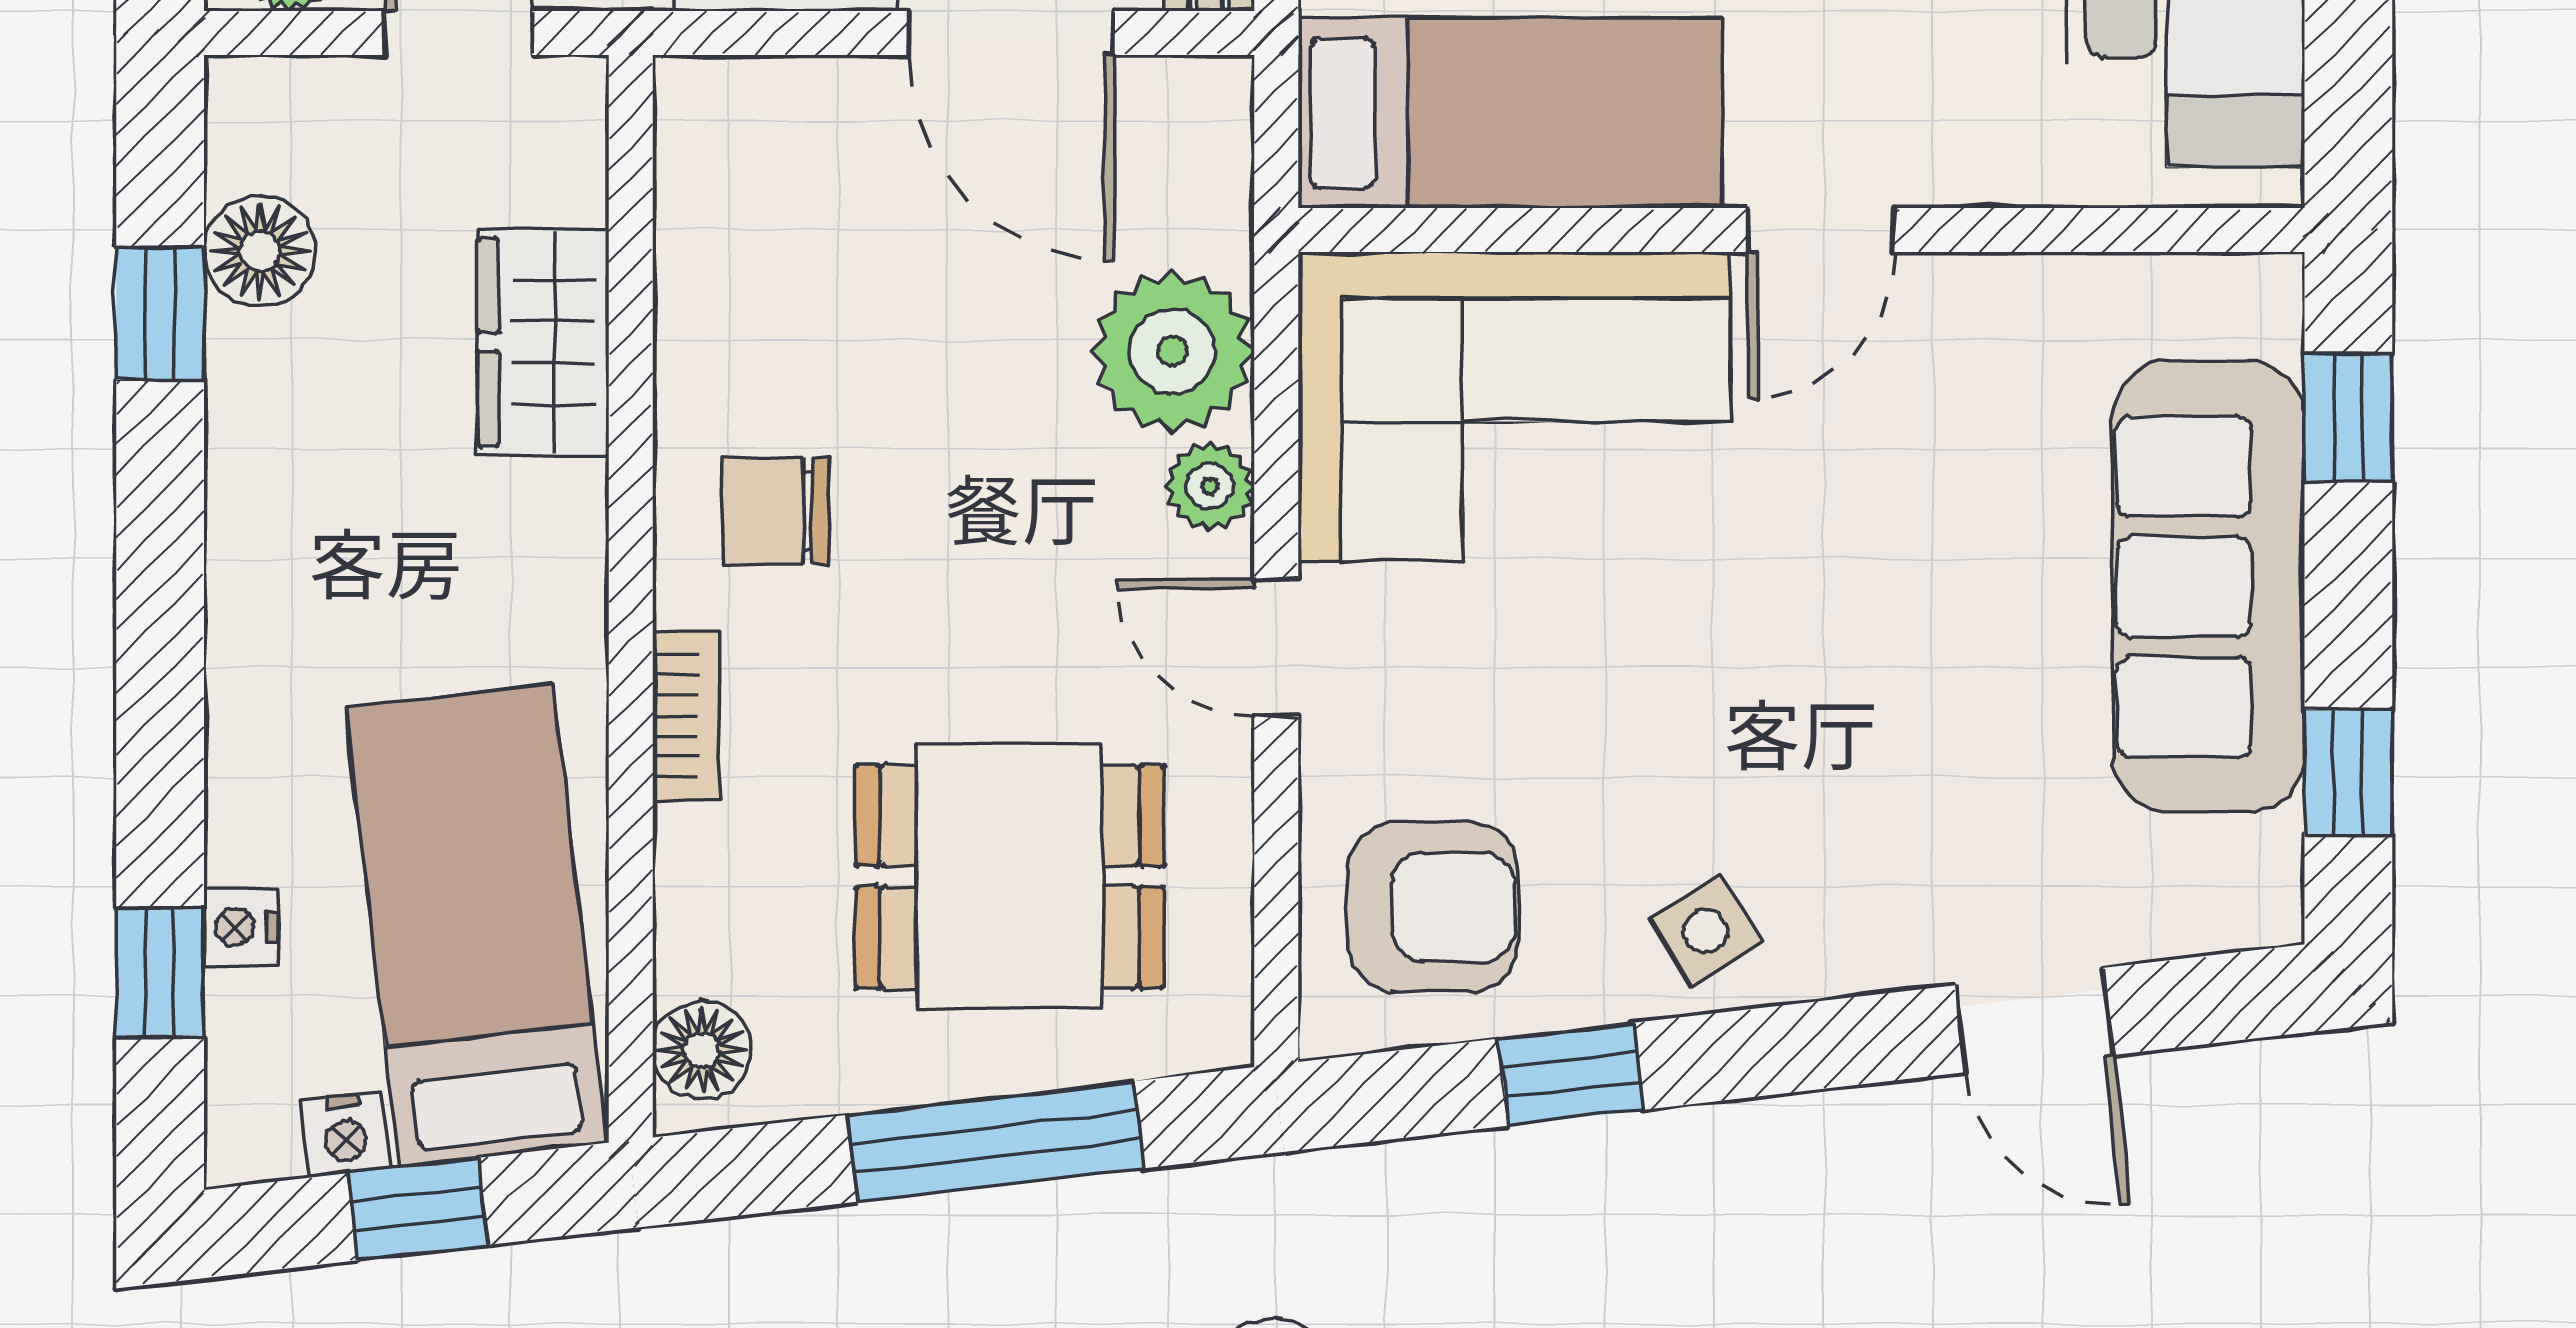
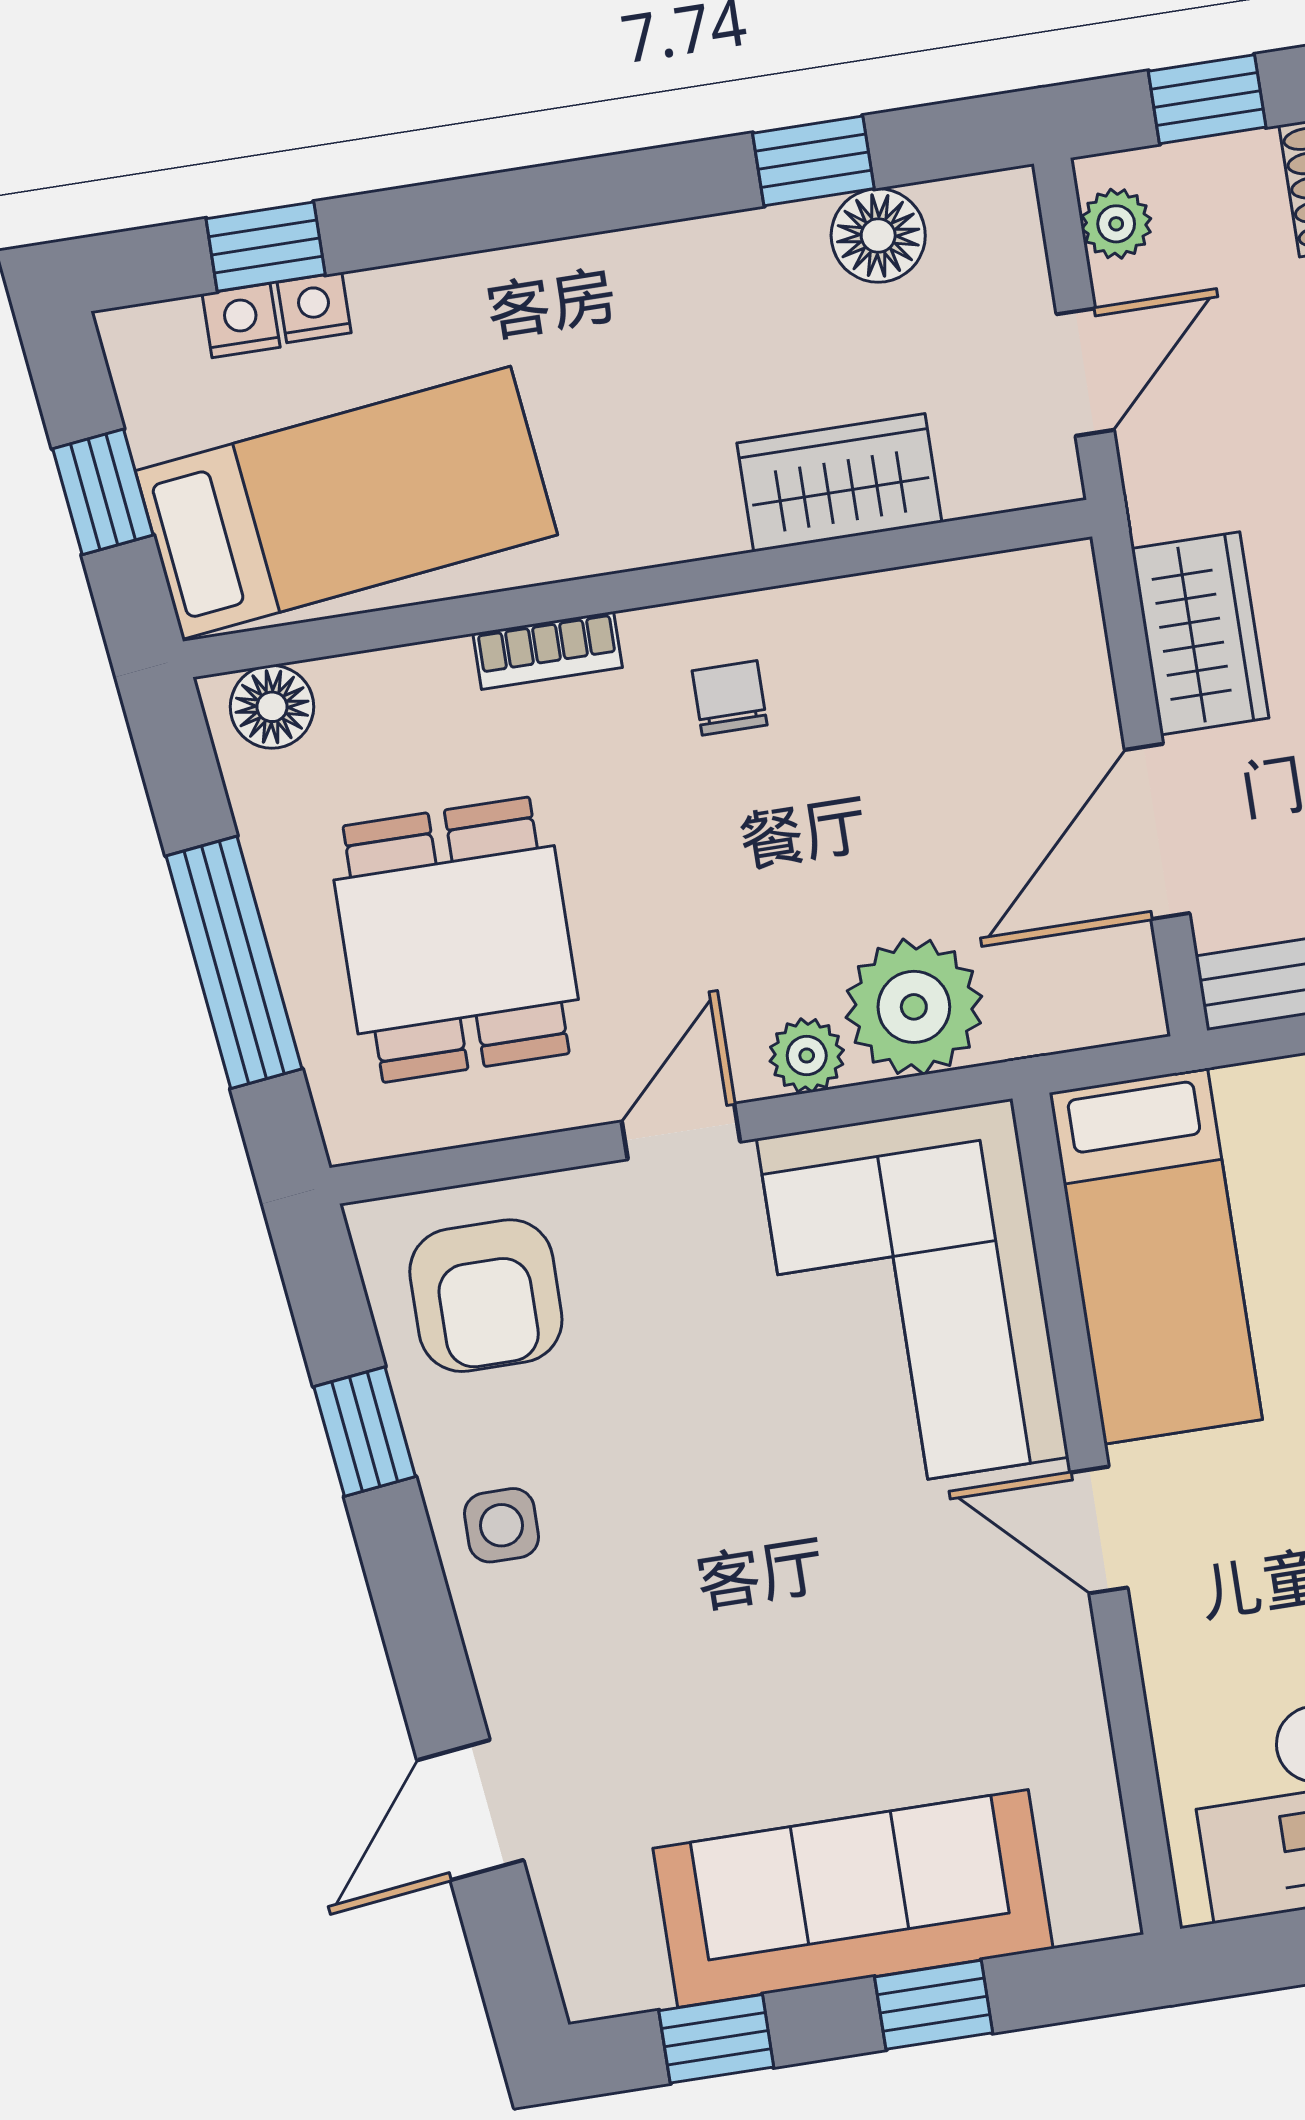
window: (2348, 418) -> (934, 2005), moved
chair: (776, 511) -> (730, 698), width x0.73, depth x0.73
side table: (1706, 931) -> (501, 1525), turned 32
nightstand: (346, 1135) -> (241, 321), moved, turned 97

